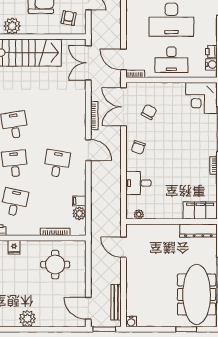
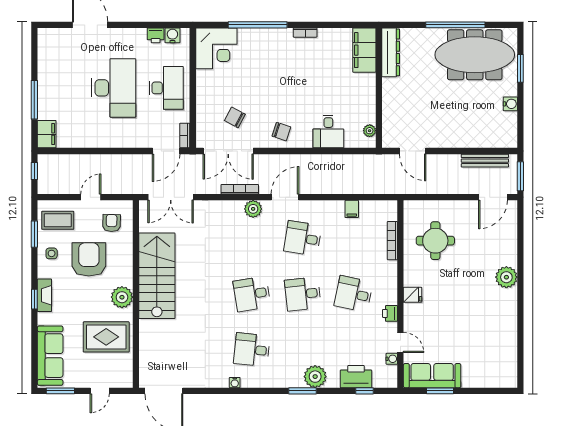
armchair: (69, 18) -> (112, 223), turned 81
plant: (79, 213) -> (253, 209), moved
door: (123, 247) -> (413, 151), hinge flipped
water cooler: (131, 322) -> (510, 104), moved

